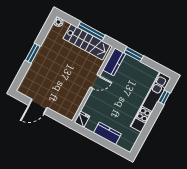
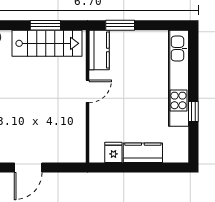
window: (91, 31) -> (45, 25), width x0.69
window: (164, 97) -> (193, 111), moved
fridge: (82, 119) -> (113, 152), moved

